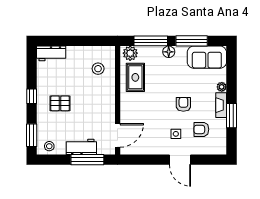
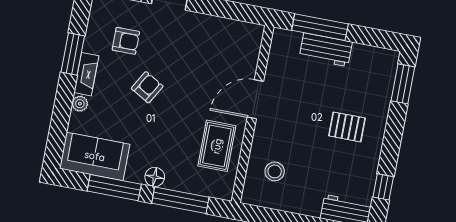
plant: (130, 53) -> (218, 187), removed
window: (32, 96) -> (383, 187), moved
armchair: (183, 104) -> (147, 87), turned -150
side table: (176, 134) -> (169, 42), removed
door: (118, 135) -> (255, 99), moved
stool: (49, 146) -> (378, 61), removed

